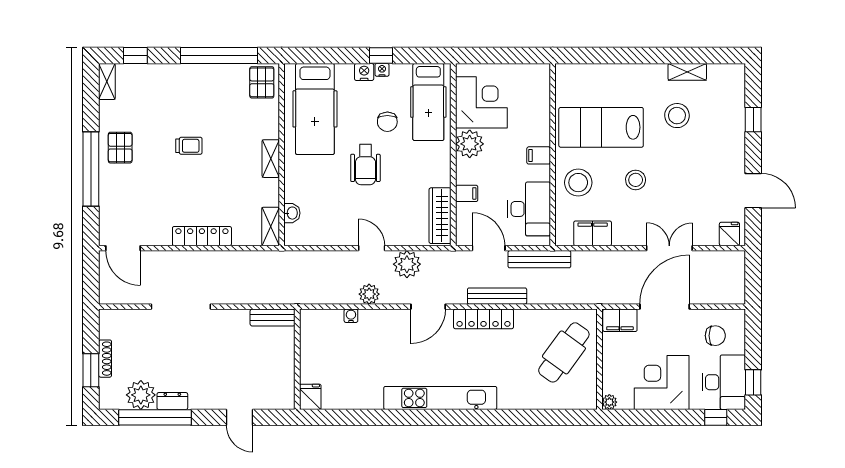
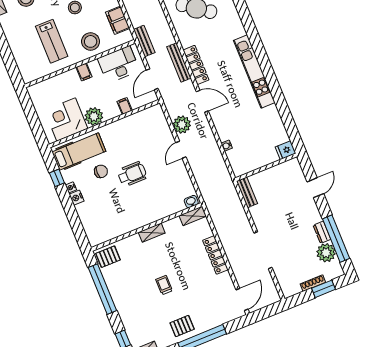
window: (381, 55) -> (57, 178), moved
hospital bed: (315, 109) -> (111, 218), removed
lab bench: (601, 127) -> (52, 41), width x0.73, depth x0.72
washbasin: (292, 213) -> (191, 202), moved
wardrobe: (440, 216) -> (144, 117), removed
bench: (539, 259) -> (144, 41), width x0.73
plant: (369, 294) -> (209, 140), removed

